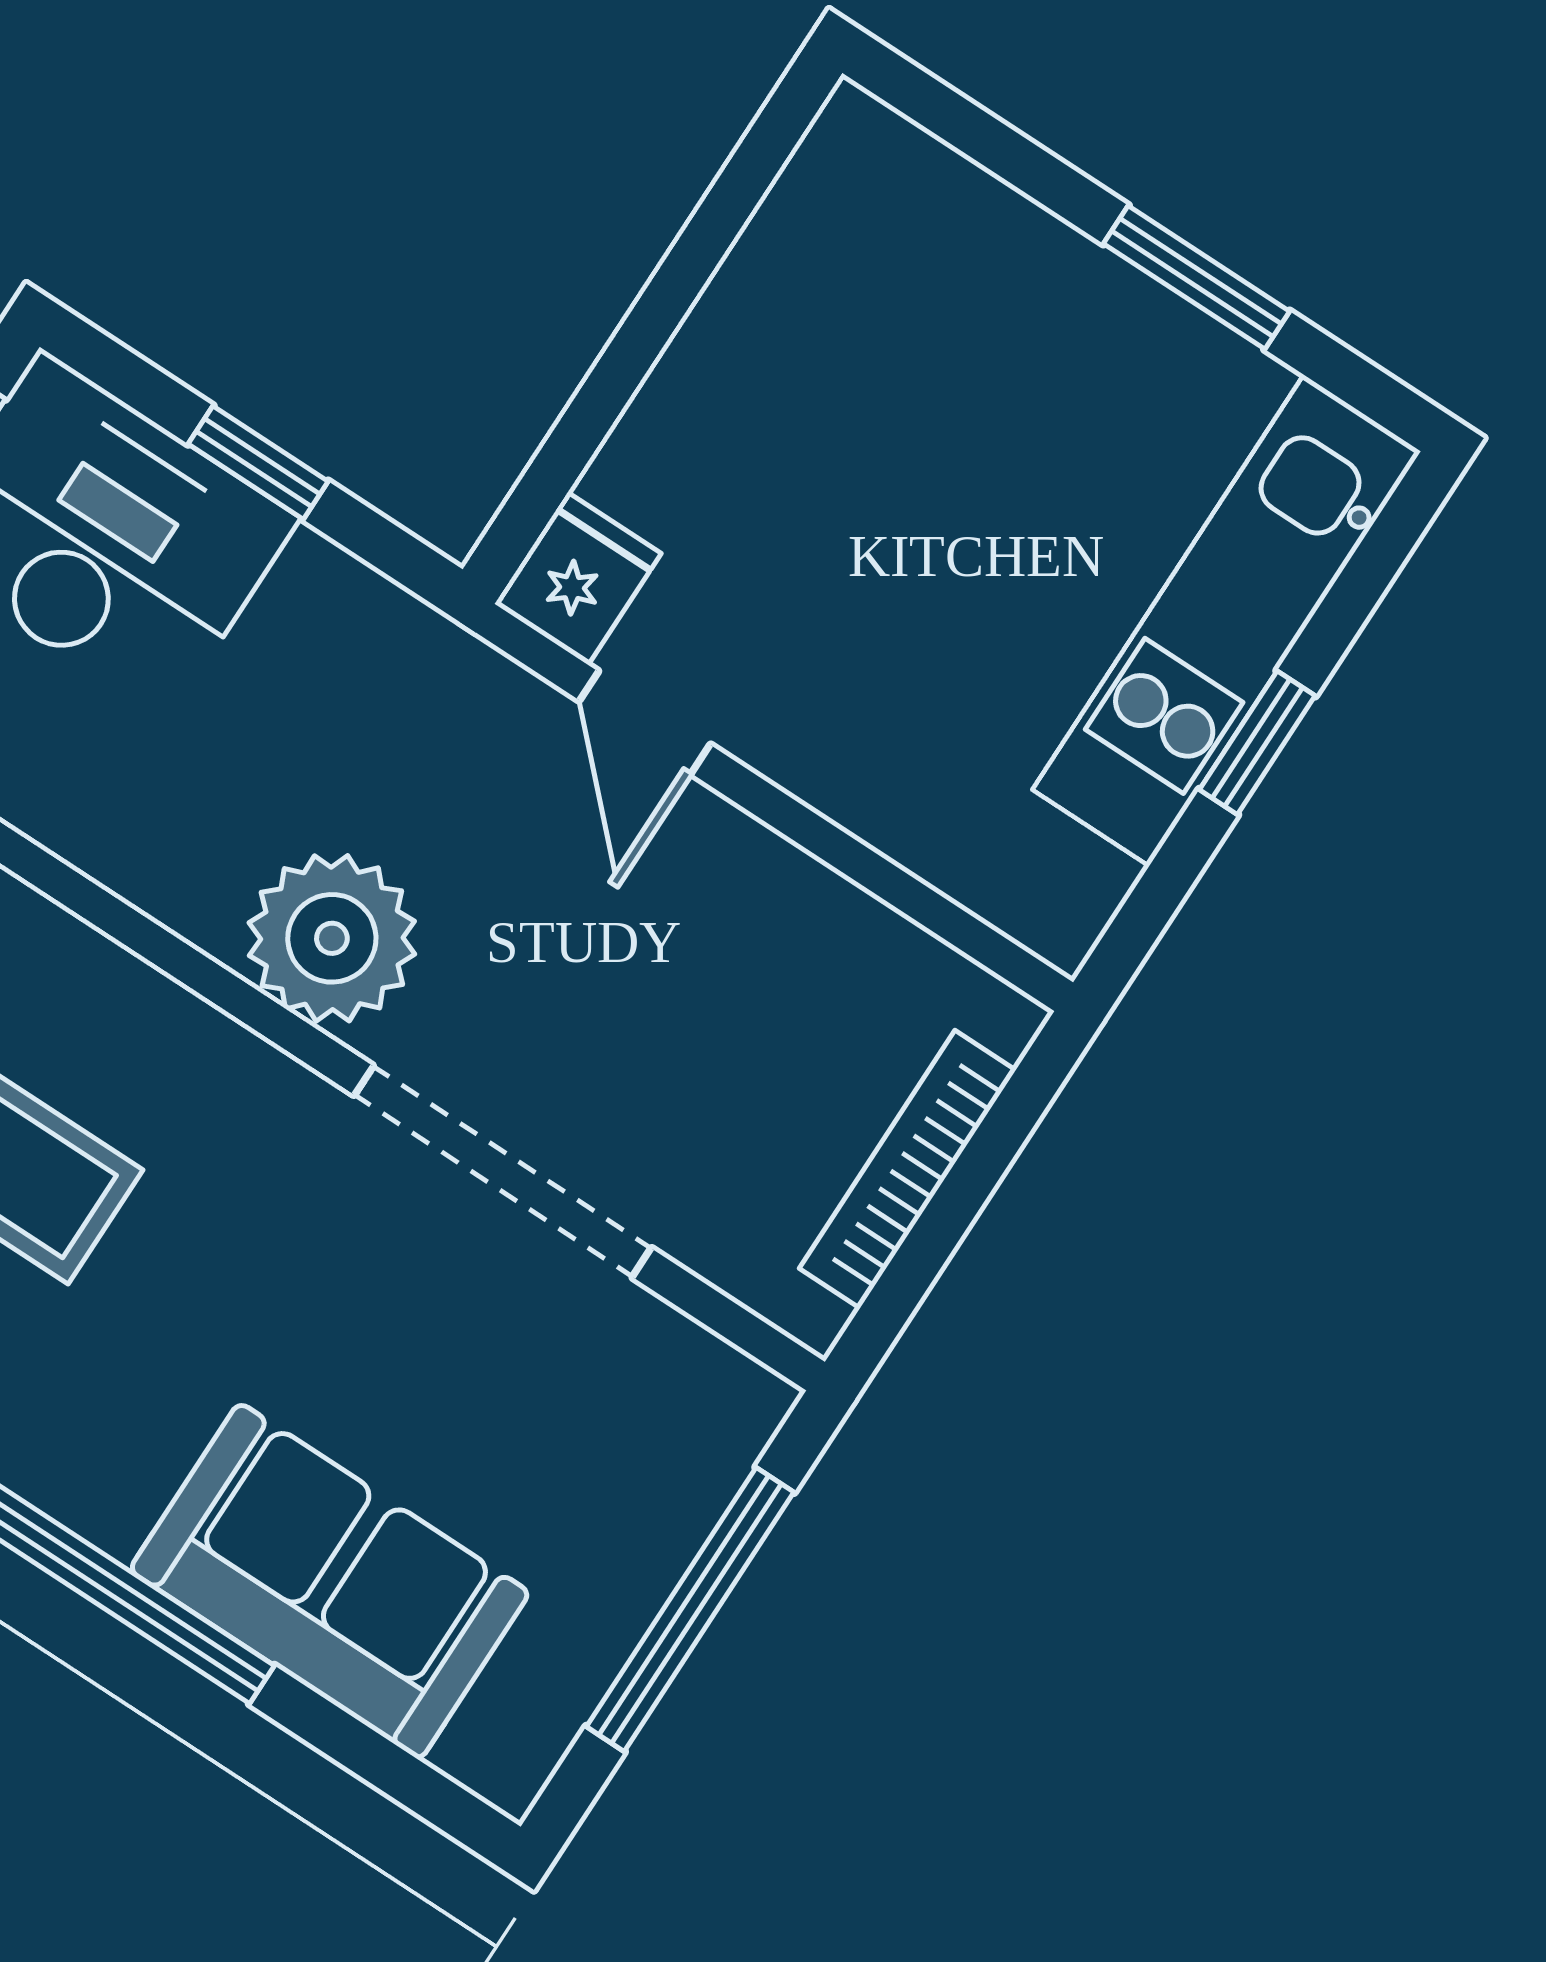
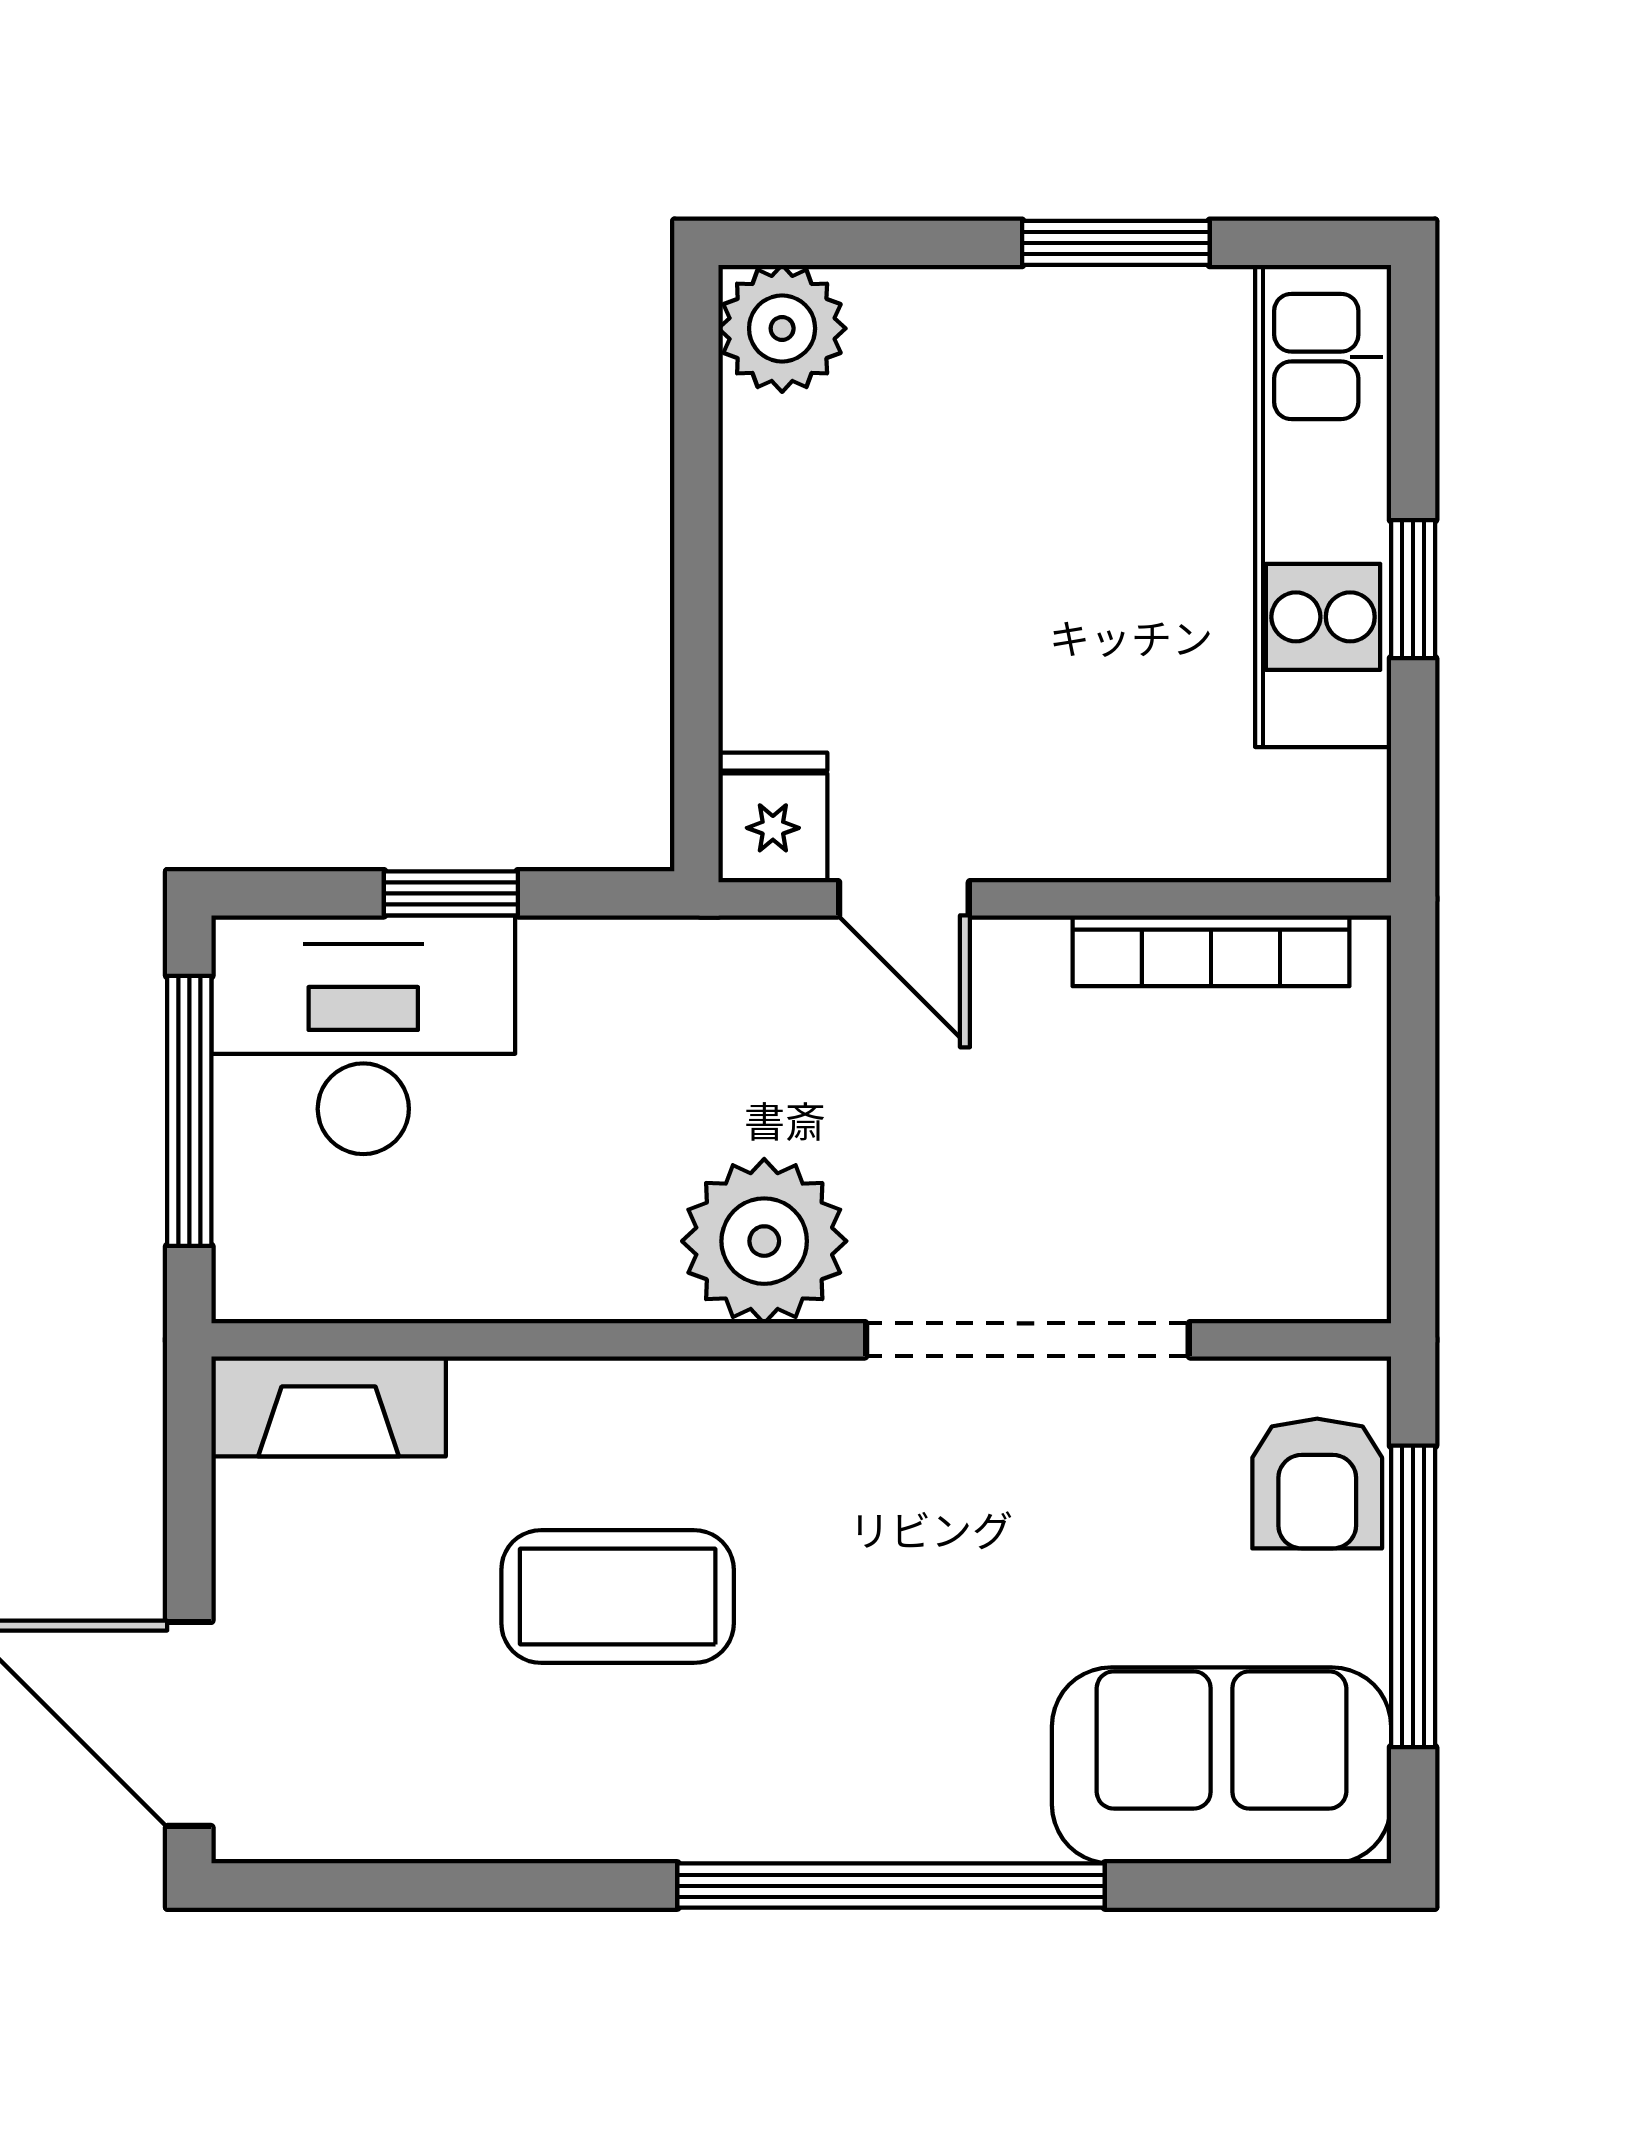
plant: (861, 163) -> (782, 328), added
bookcase: (908, 1169) -> (1211, 951), moved, turned -90
armchair: (671, 1458) -> (1317, 1483), added
sofa: (330, 1581) -> (1221, 1765), moved

